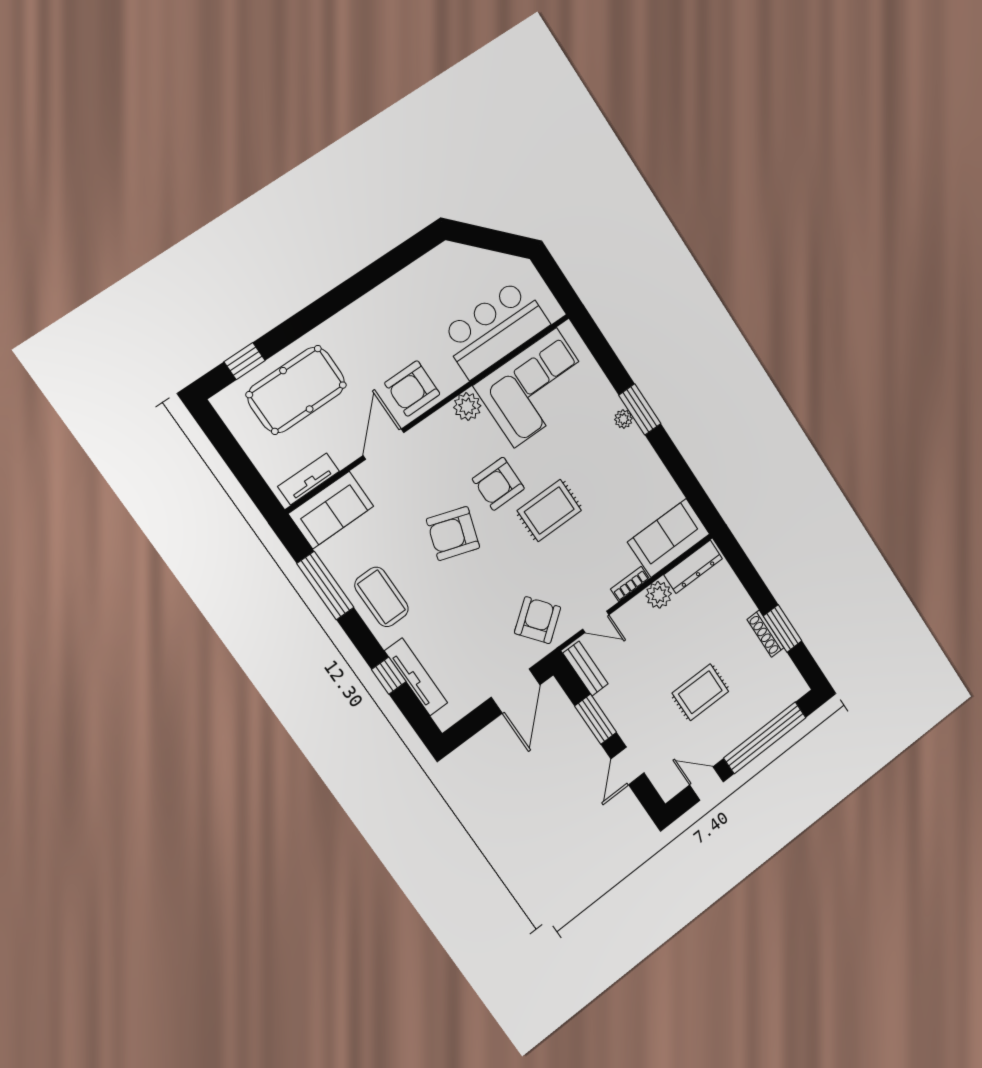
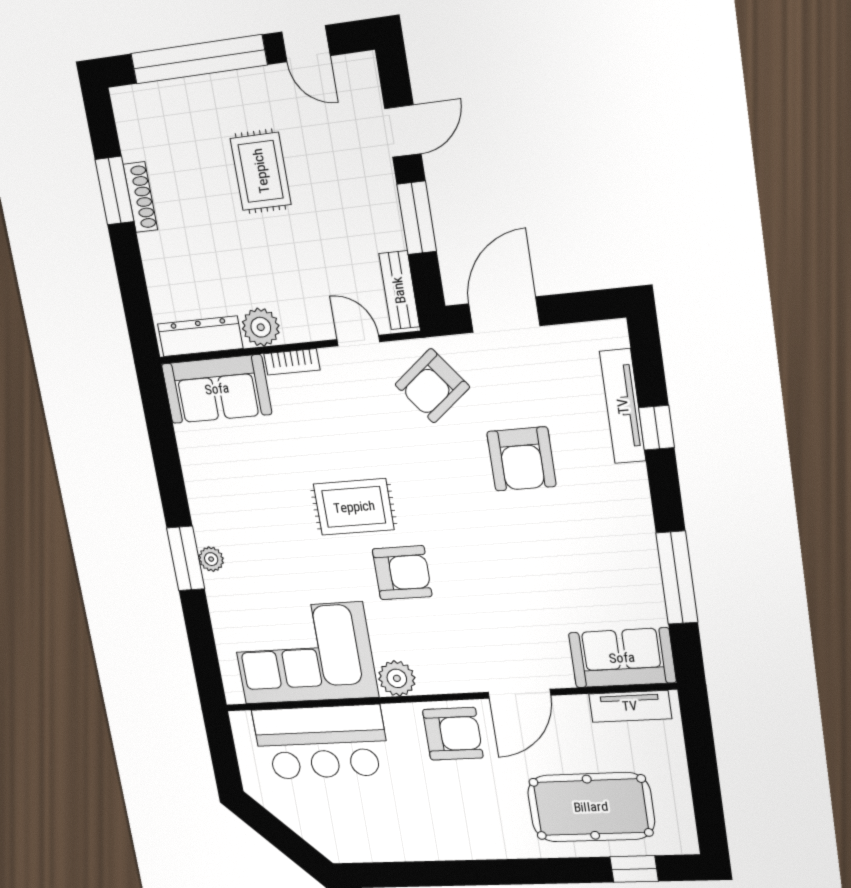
armchair: (453, 533) -> (521, 459), moved, turned 72
coffee table: (382, 597) -> (615, 526), removed
rug: (700, 692) -> (261, 171), turned 90

